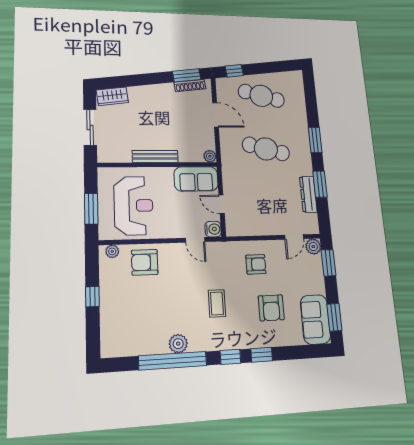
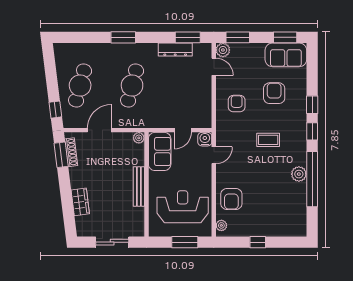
wardrobe: (112, 96) -> (80, 202), moved
window: (320, 184) -> (188, 37), moved
armchair: (271, 308) -> (274, 93), turned -90

